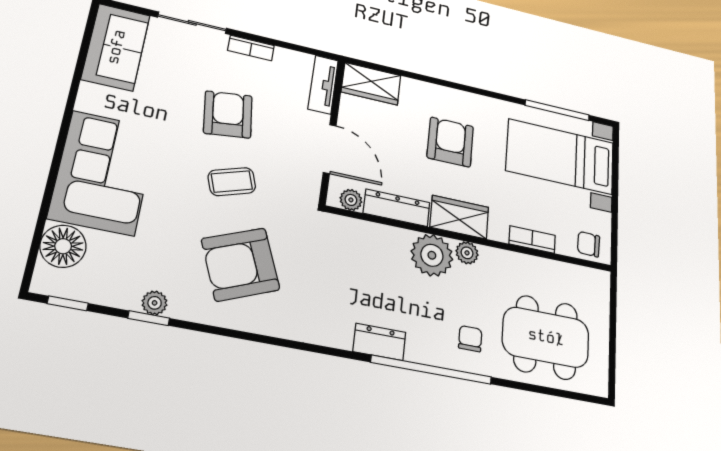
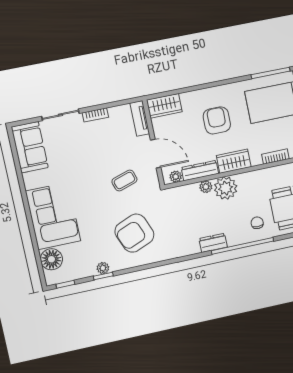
armchair: (228, 114) -> (99, 158), removed
coffee table: (232, 182) -> (124, 181), moved
plant: (467, 253) -> (206, 187), moved

